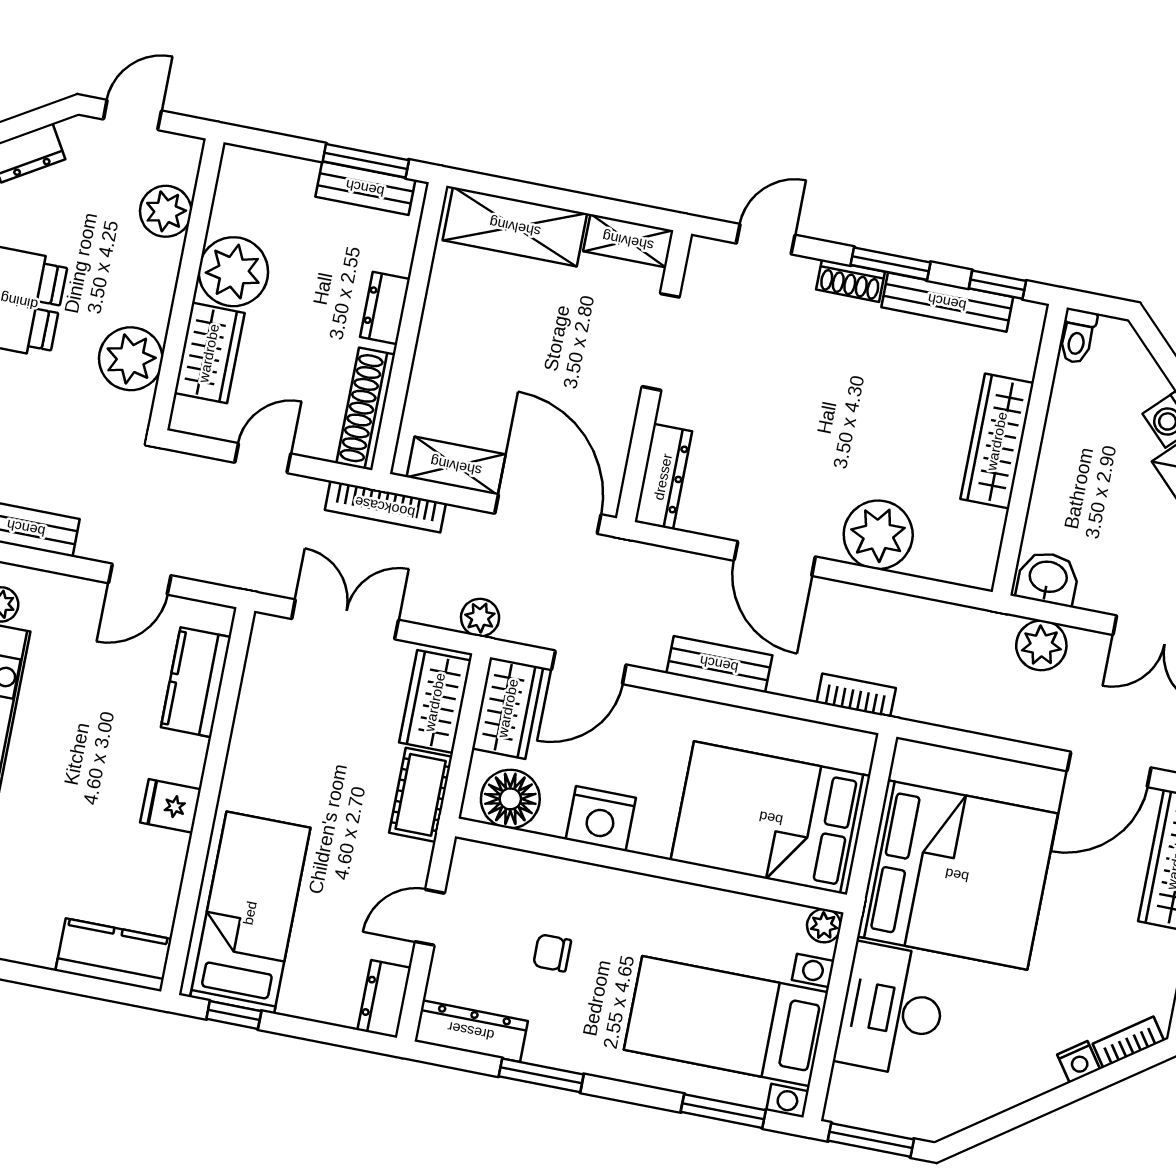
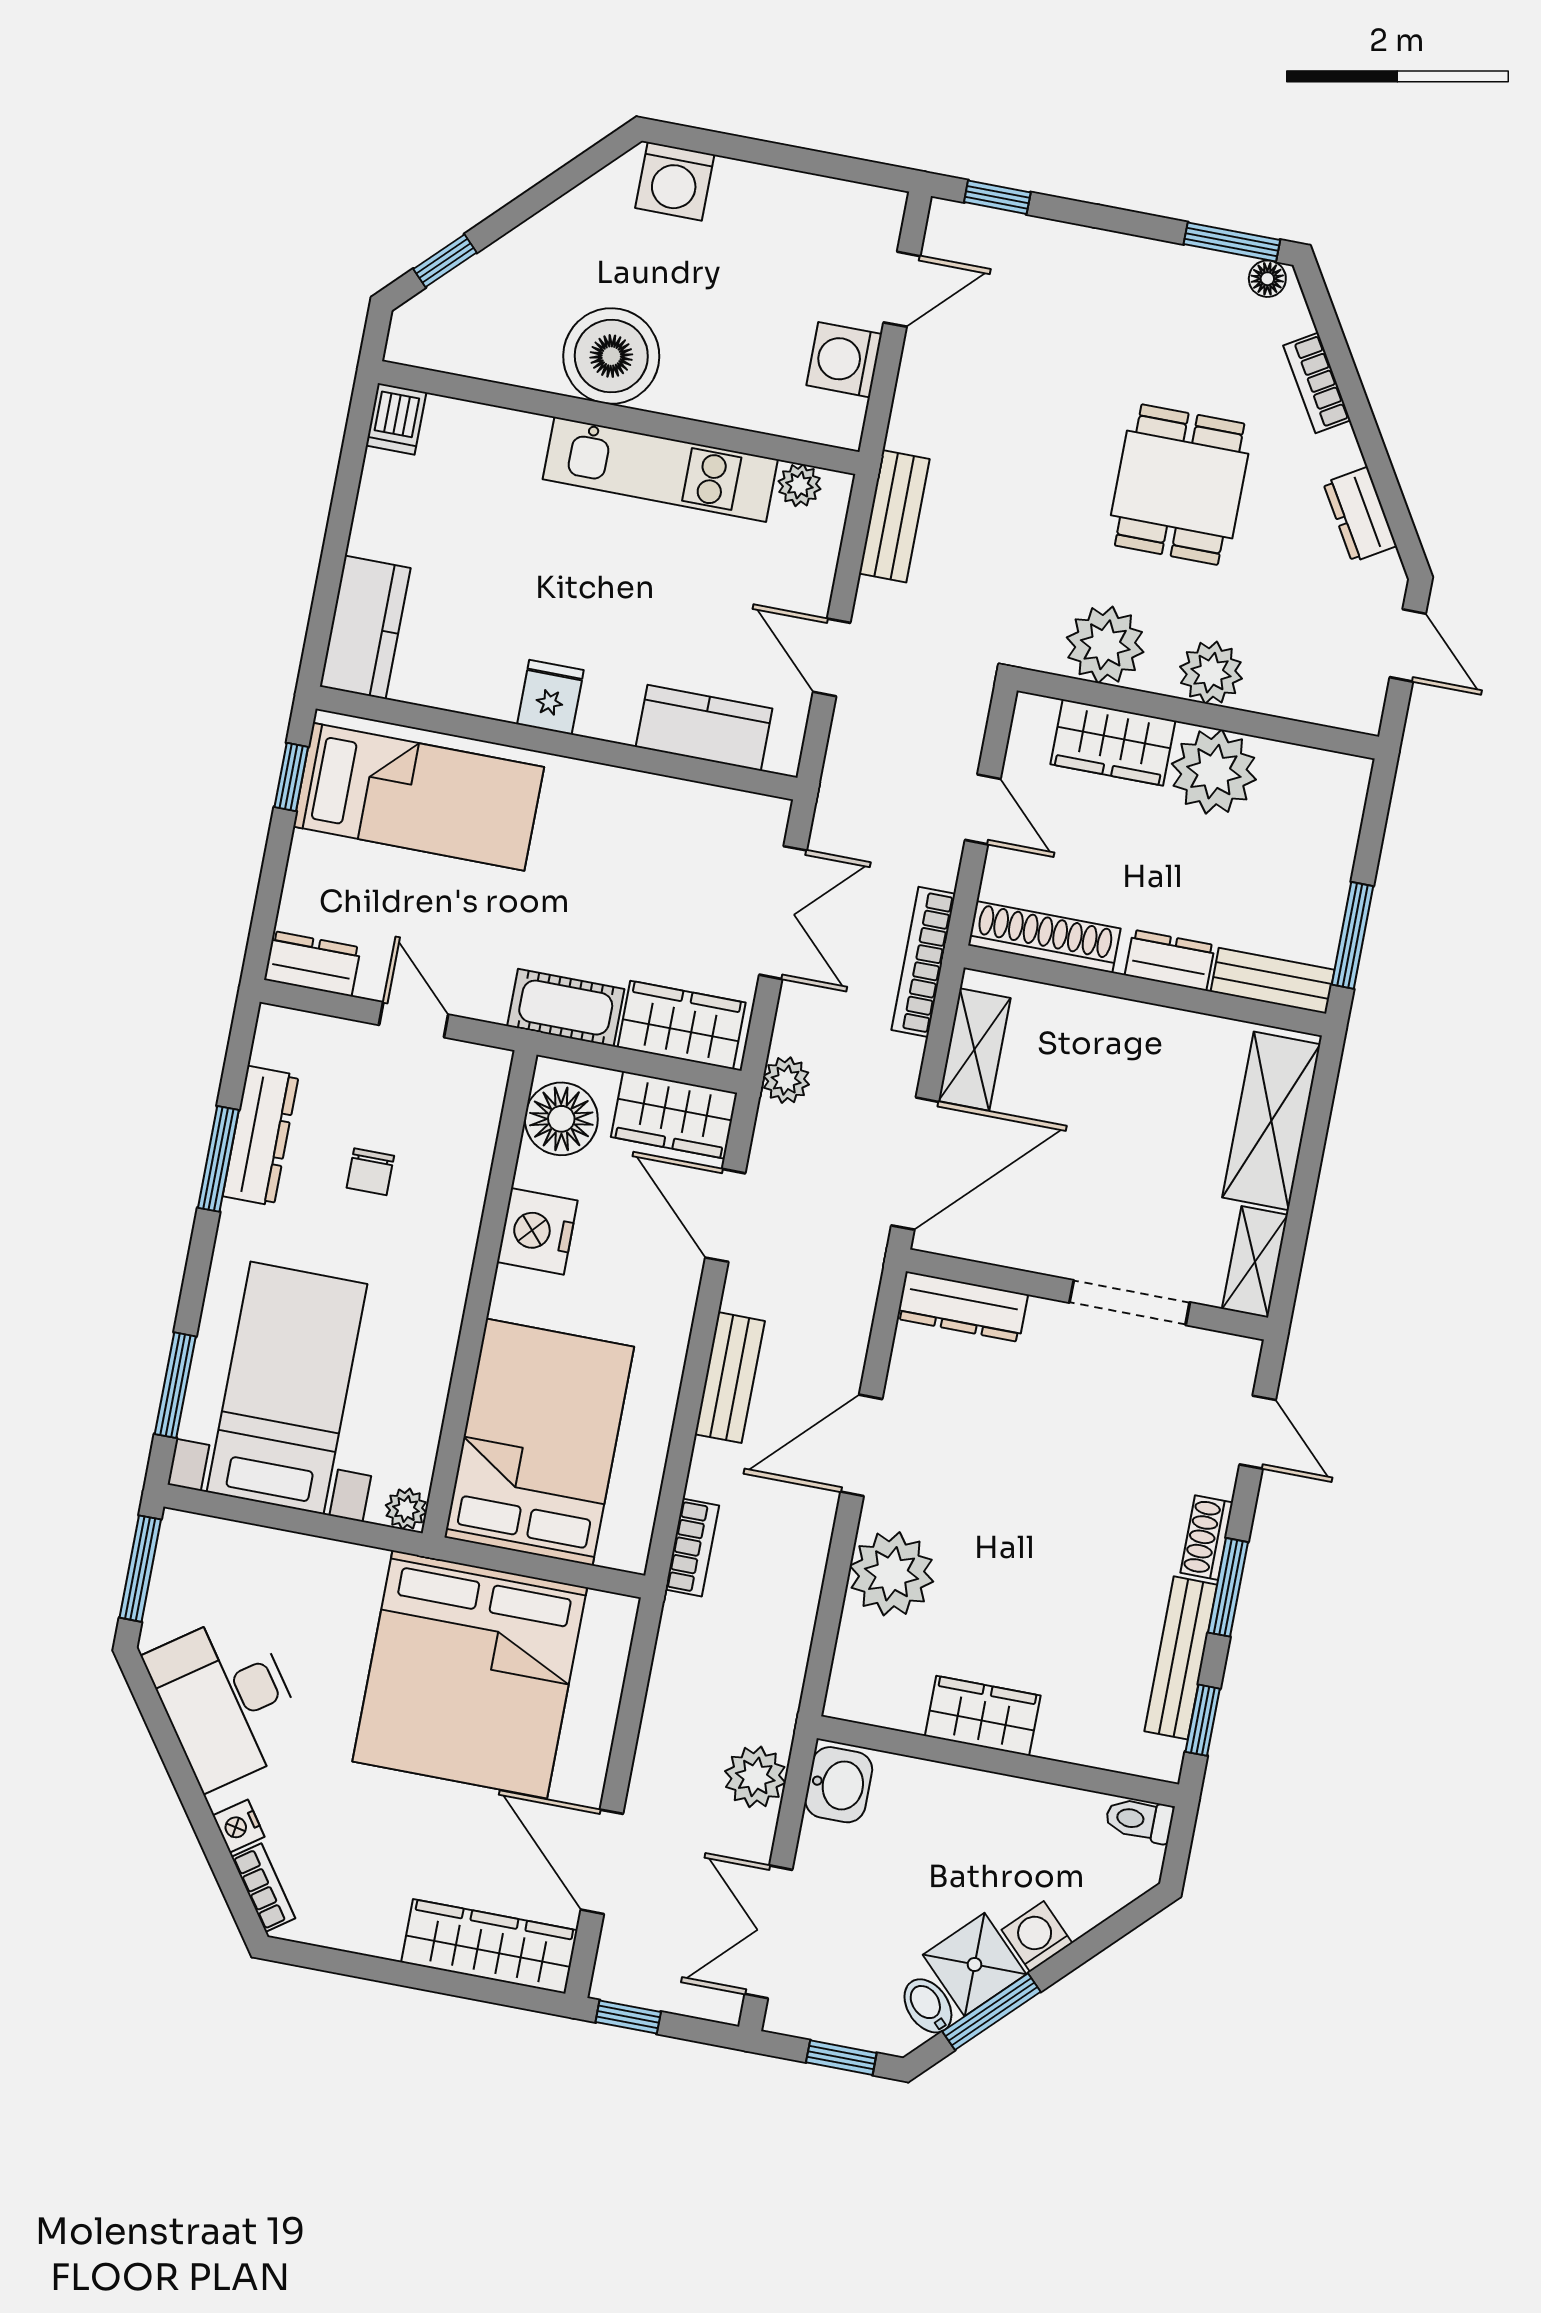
bench: (365, 188) -> (1273, 981), moved, turned 90
plant: (166, 211) -> (1211, 673), moved
wardrobe: (997, 441) -> (983, 1716), width x0.67
chair: (552, 953) -> (370, 1172), turned 180
desk: (892, 1010) -> (226, 1700), moved, turned -125
dresser: (471, 1031) -> (261, 1136), moved

